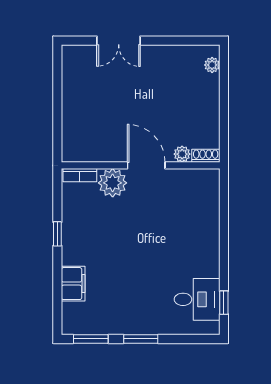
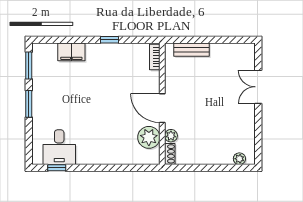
bench: (70, 127) -> (191, 50), added
door: (146, 165) -> (162, 108), swing flipped
plant: (113, 183) -> (149, 137), moved

